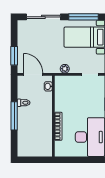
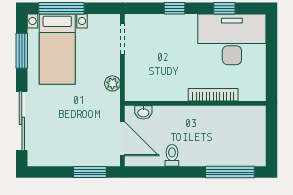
window: (84, 17) -> (22, 51), width x0.69
door: (33, 74) -> (122, 139), swing flipped
window: (14, 116) -> (230, 172), moved

